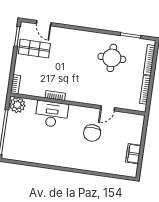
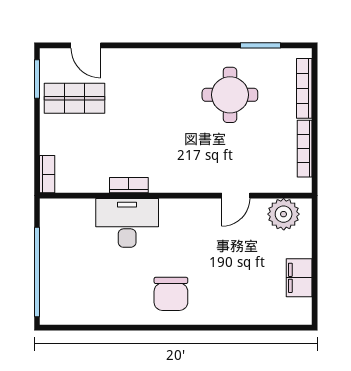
plant: (17, 105) -> (284, 214), moved
chair: (92, 133) -> (171, 294), moved

